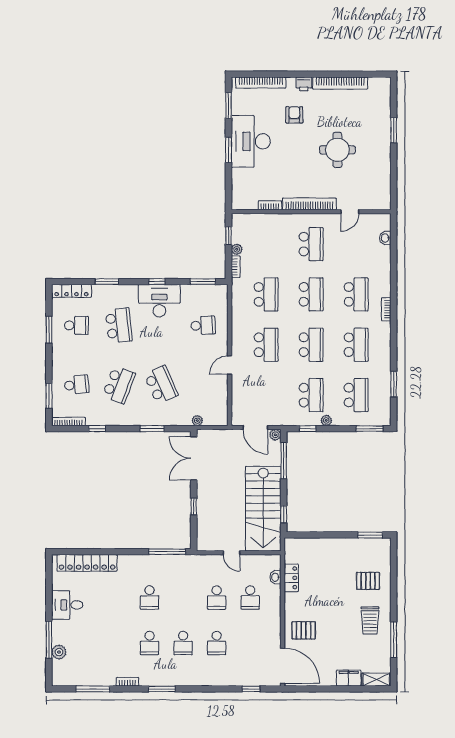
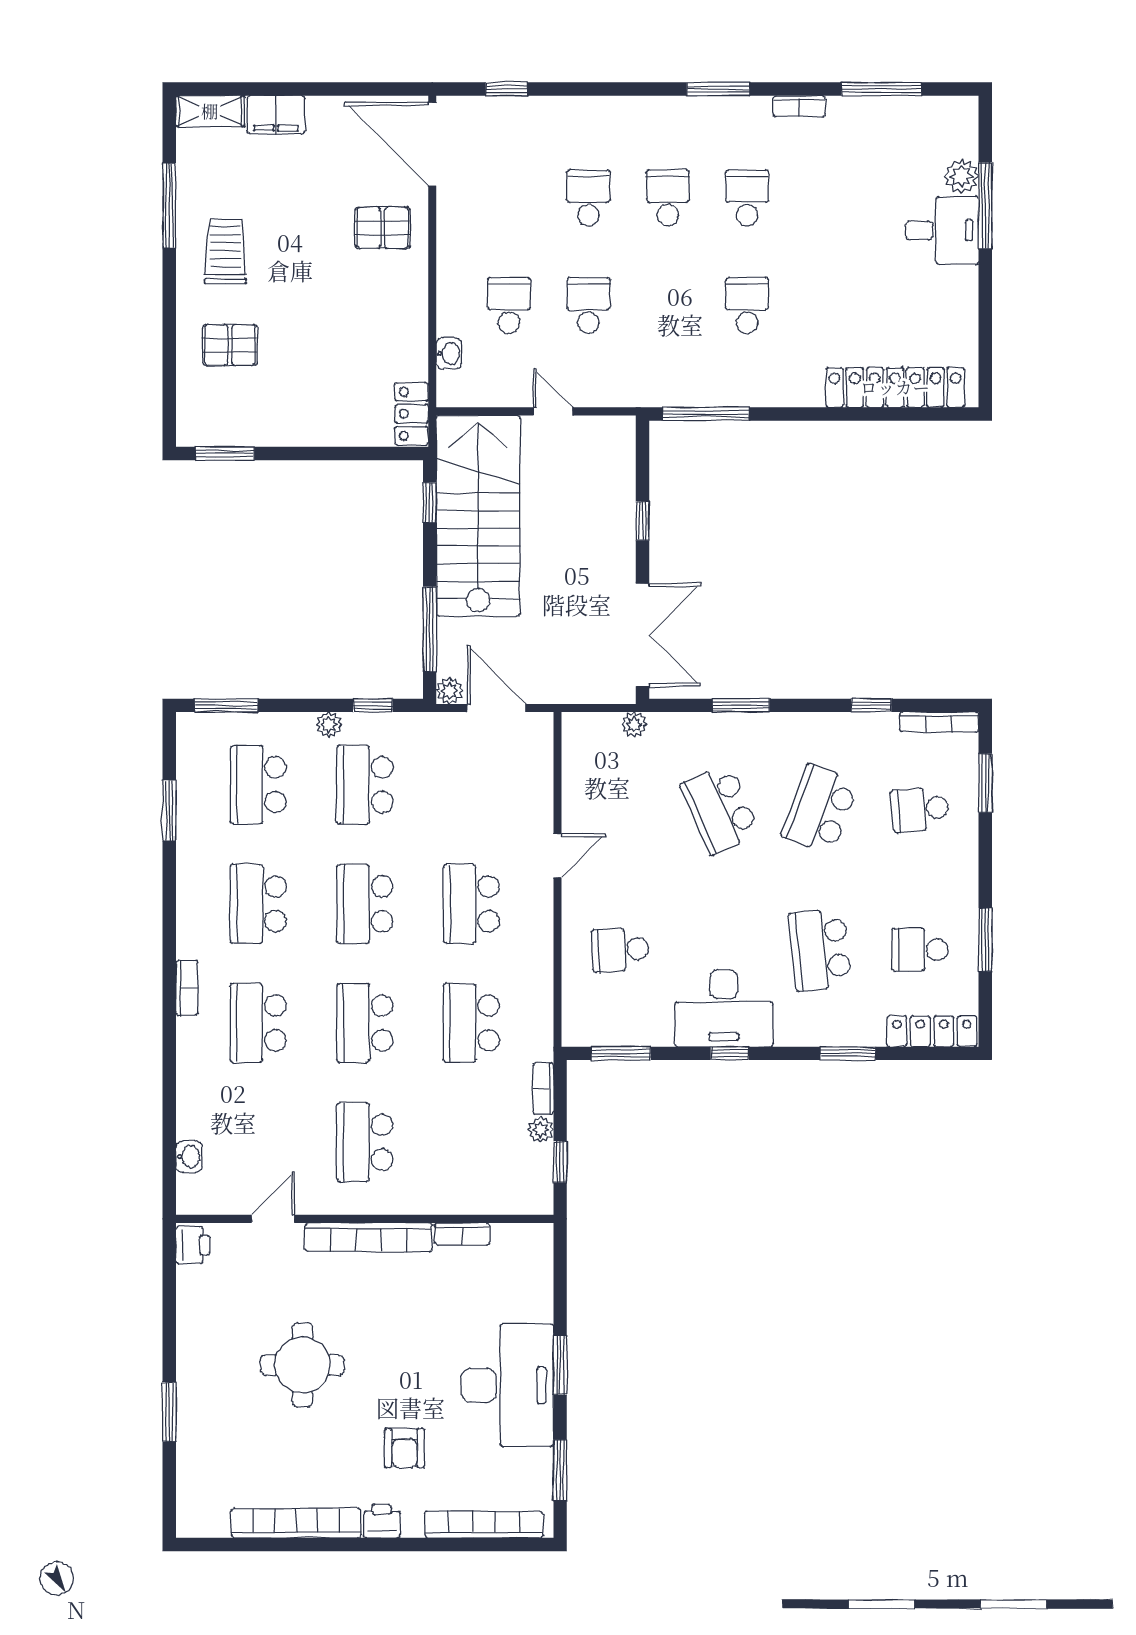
printer: (384, 201) -> (193, 1245), added
locker: (291, 578) -> (412, 414), moved
desk: (67, 605) -> (942, 230), moved

